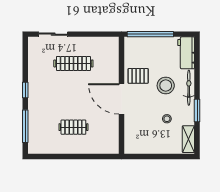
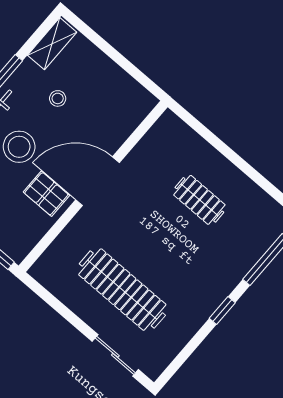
clothes rail: (73, 63) -> (122, 290), width x1.37, depth x1.31
door: (122, 99) -> (97, 181), swing flipped

